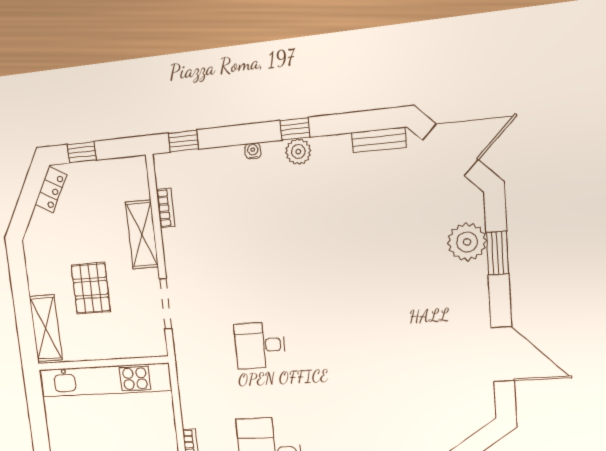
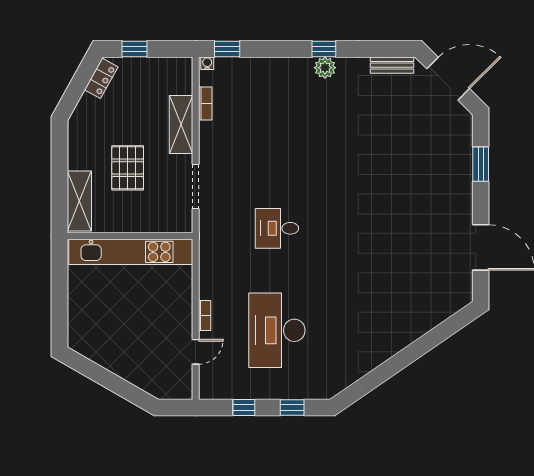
water cooler: (253, 151) -> (207, 63), moved
plant: (467, 242) -> (457, 153), removed

